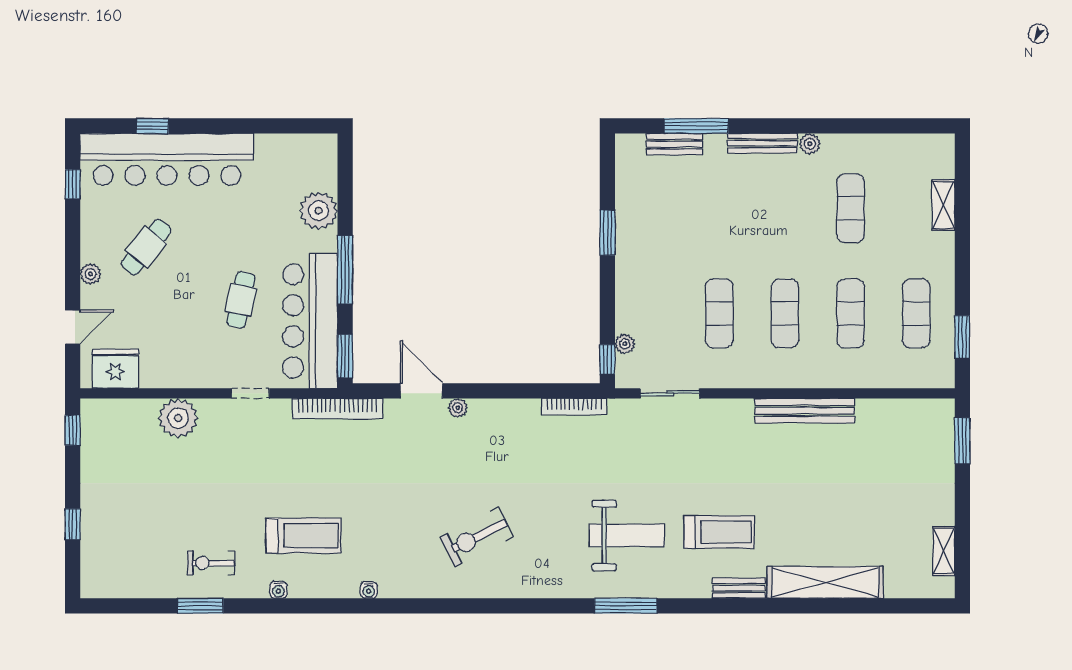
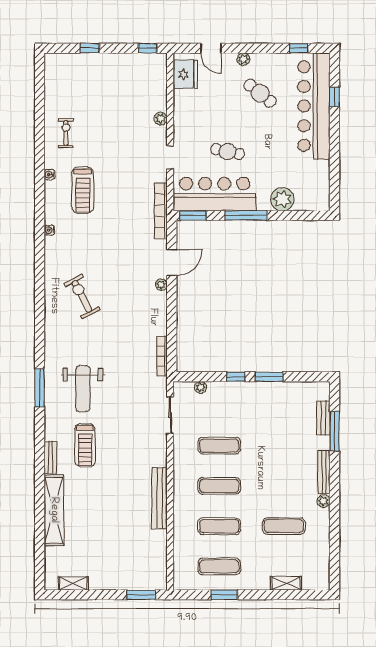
window: (962, 337) -> (224, 595), moved
window: (607, 359) -> (236, 377), moved
plant: (178, 418) -> (161, 119), width x0.53, depth x0.53
window: (200, 606) -> (40, 127), removed

